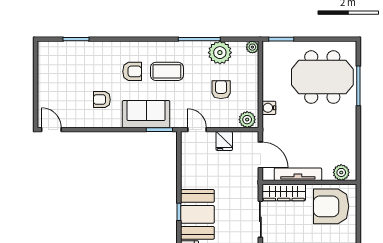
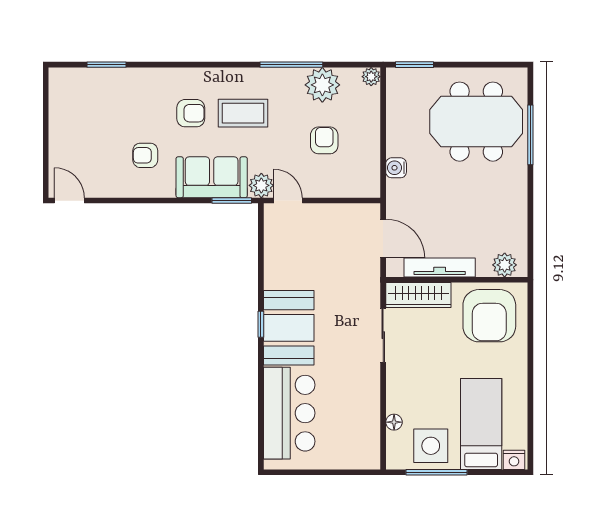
plant: (247, 120) -> (261, 185), moved
fridge: (224, 141) -> (329, 218), removed
armchair: (331, 206) -> (489, 316), turned -90

